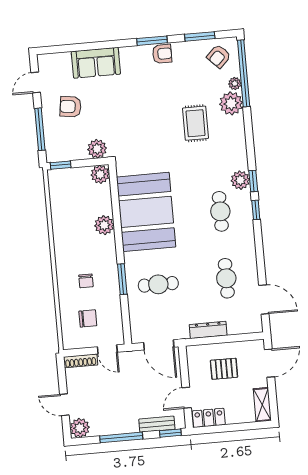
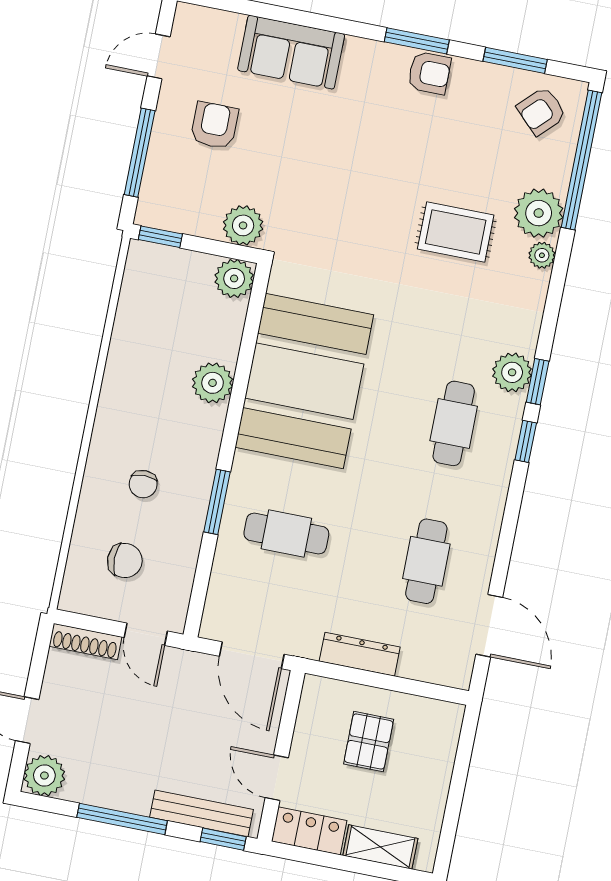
plant: (235, 84) -> (542, 255), moved
armchair: (71, 107) -> (214, 125), turned 82
rug: (196, 123) -> (456, 232), turned 90
door: (269, 363) -> (463, 757), removed
pallet: (224, 369) -> (369, 742), turned 90
door: (187, 398) -> (277, 778), hinge flipped
shelving: (262, 405) -> (380, 847), moved, turned 90
bench: (157, 424) -> (202, 813), width x1.36

